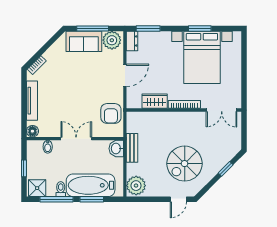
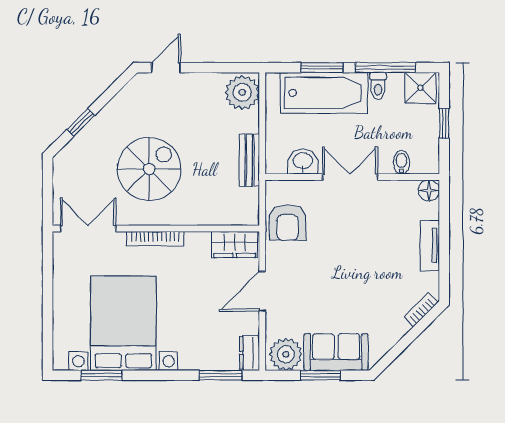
window: (93, 29) -> (321, 375), width x0.69
window: (200, 29) -> (102, 375), moved
tv unit: (32, 101) -> (430, 245), width x0.71
wardrobe: (155, 101) -> (235, 244), moved
armchair: (111, 113) -> (287, 222), turned 180
double door: (76, 139) -> (350, 177), swing flipped
washbasin: (116, 149) -> (303, 161), moved, turned -90
spiral stairs: (185, 164) -> (149, 169), moved

